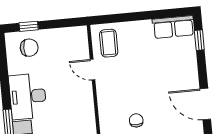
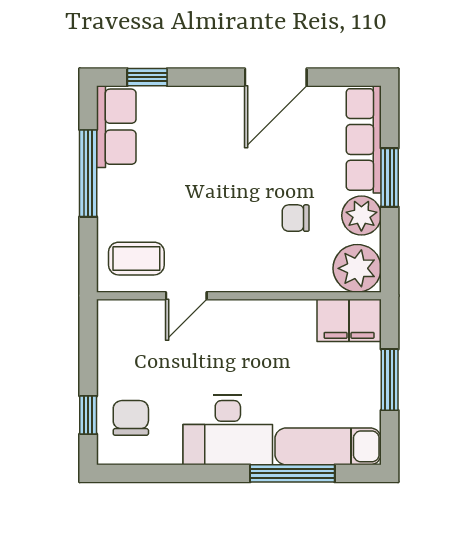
window: (149, 15) -> (88, 173), added

